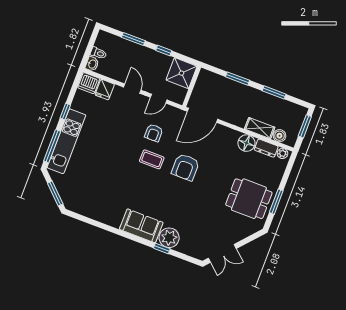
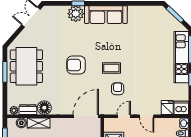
armchair: (185, 167) -> (76, 65), moved, turned -90
dining table: (249, 199) -> (26, 66), width x1.37
sofa: (141, 226) -> (106, 15), width x1.36

